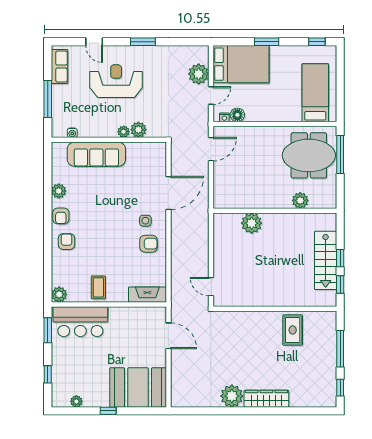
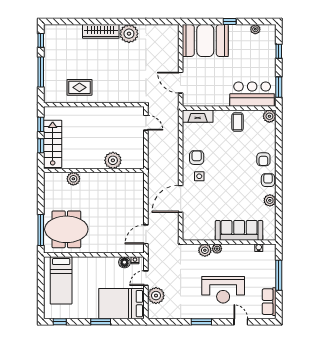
plant: (300, 200) -> (73, 179), moved
wall: (275, 211) -> (94, 171), moved
plant: (252, 223) -> (113, 160), moved
armchair: (149, 244) -> (197, 158), turned 90
rug: (293, 330) -> (79, 87), turned 90

